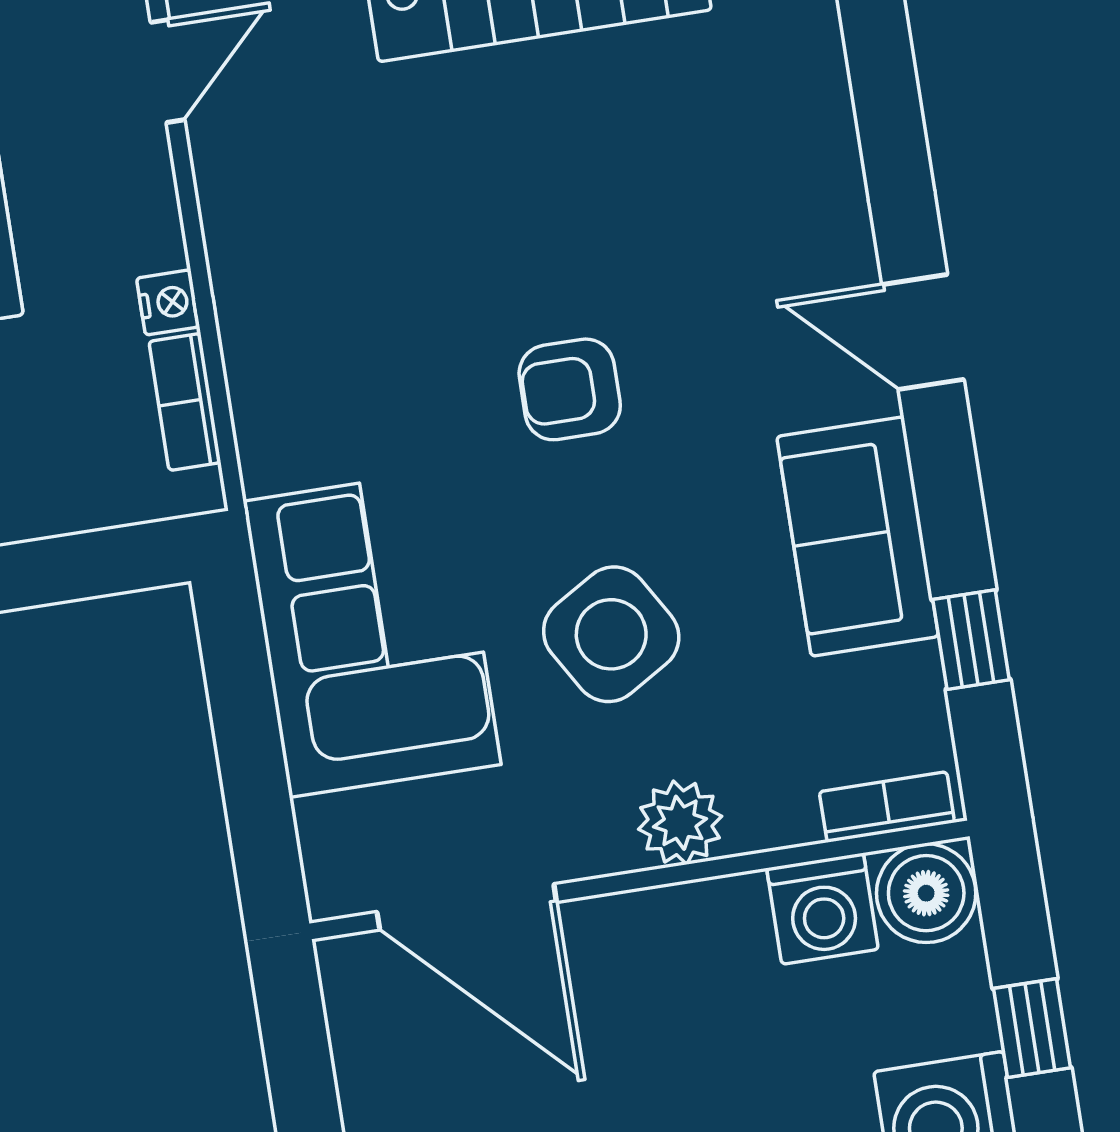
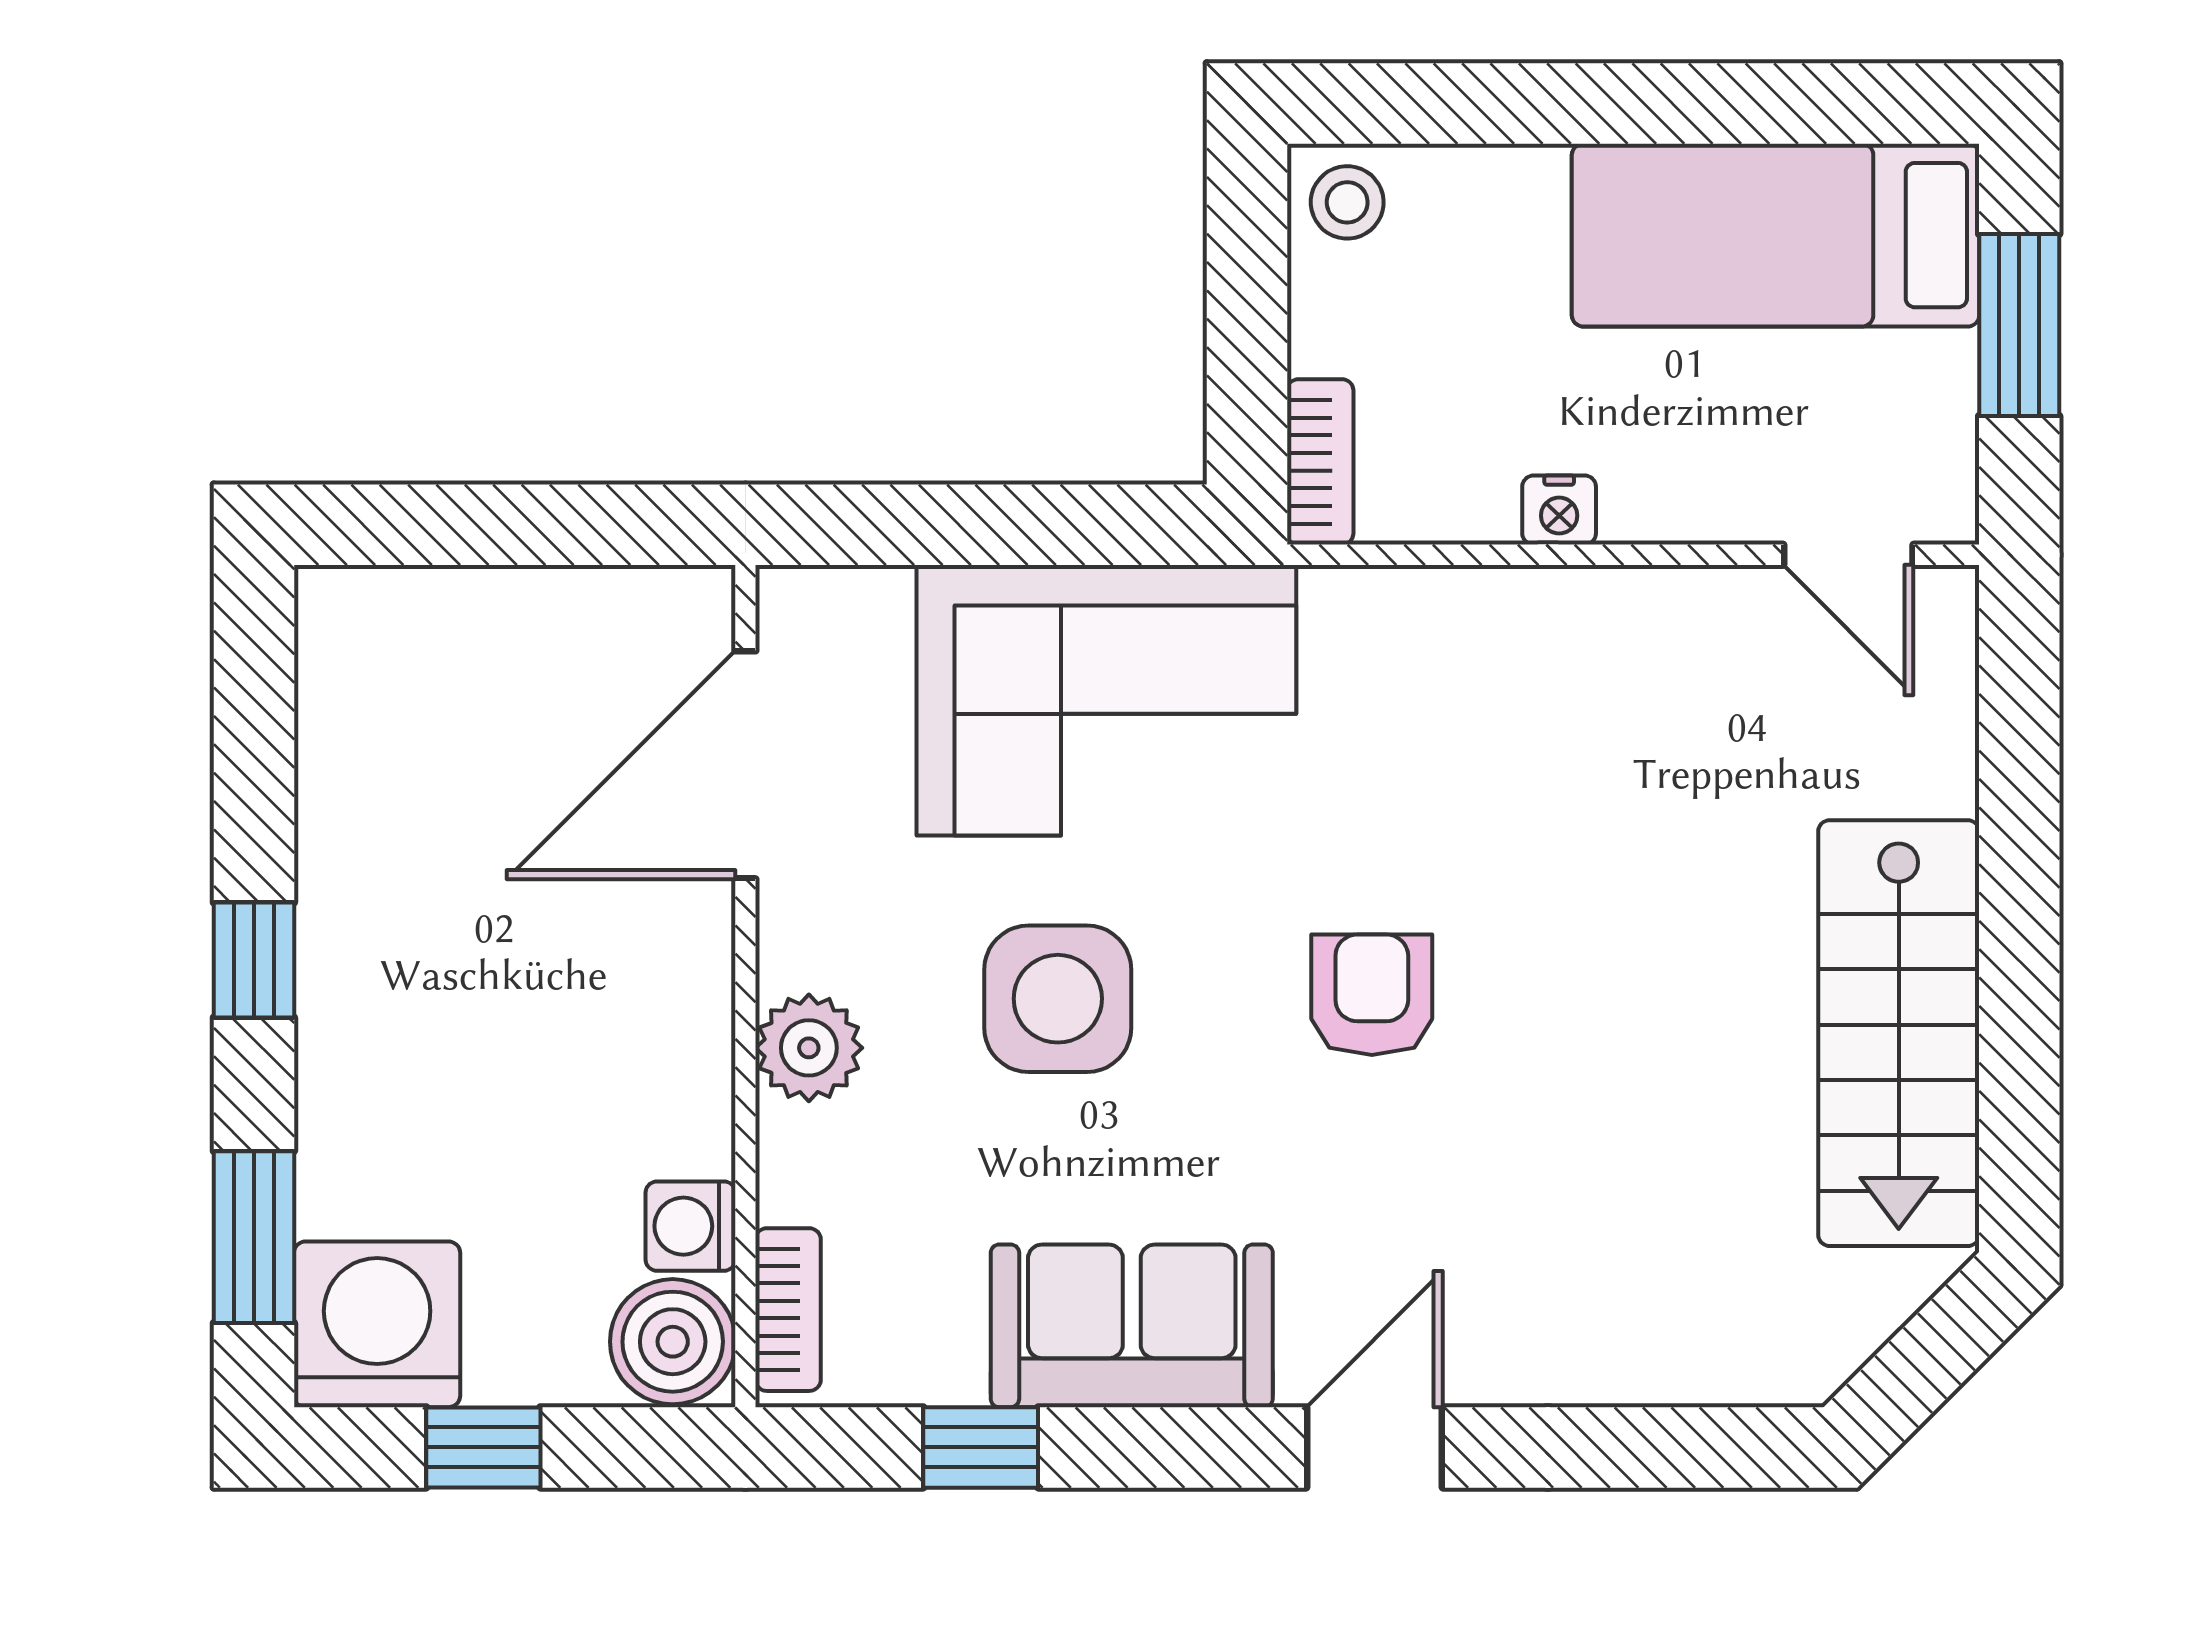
bookcase: (185, 402) -> (1320, 462), moved, turned 90
side table: (611, 634) -> (1058, 999), turned 31
washing machine: (823, 909) -> (691, 1226), width x0.73, depth x0.73

